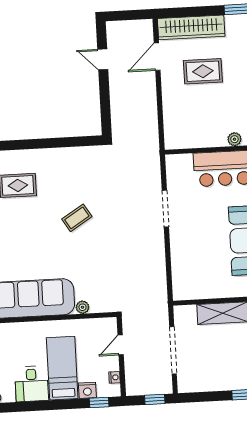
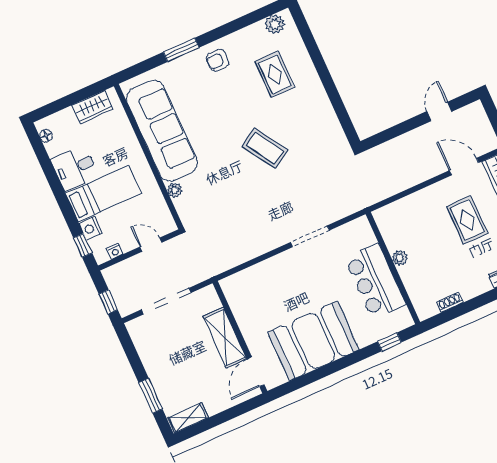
plant: (234, 139) -> (400, 258), moved
coffee table: (77, 218) -> (265, 148), width x1.36, depth x1.30

